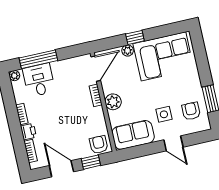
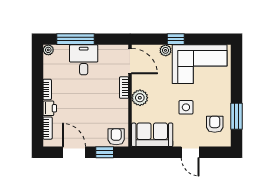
door: (96, 69) -> (130, 61), hinge flipped
desk: (39, 80) -> (84, 60), moved
side table: (164, 114) -> (186, 107), moved

